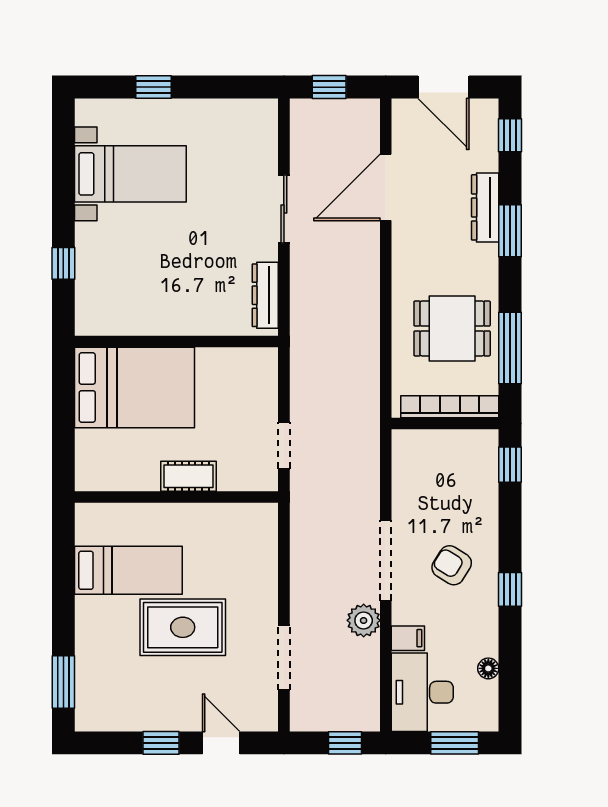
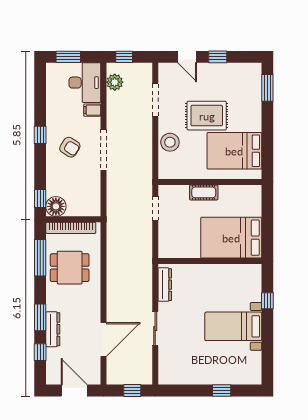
window: (510, 135) -> (40, 352), moved
bed with nightstands: (130, 174) -> (233, 326), moved
bed: (128, 570) -> (234, 151), width x1.50
stool: (255, 575) -> (170, 142), added
plant: (364, 620) -> (115, 82), moved
floor lamp: (488, 668) -> (56, 206), moved, width x1.89, depth x1.89

